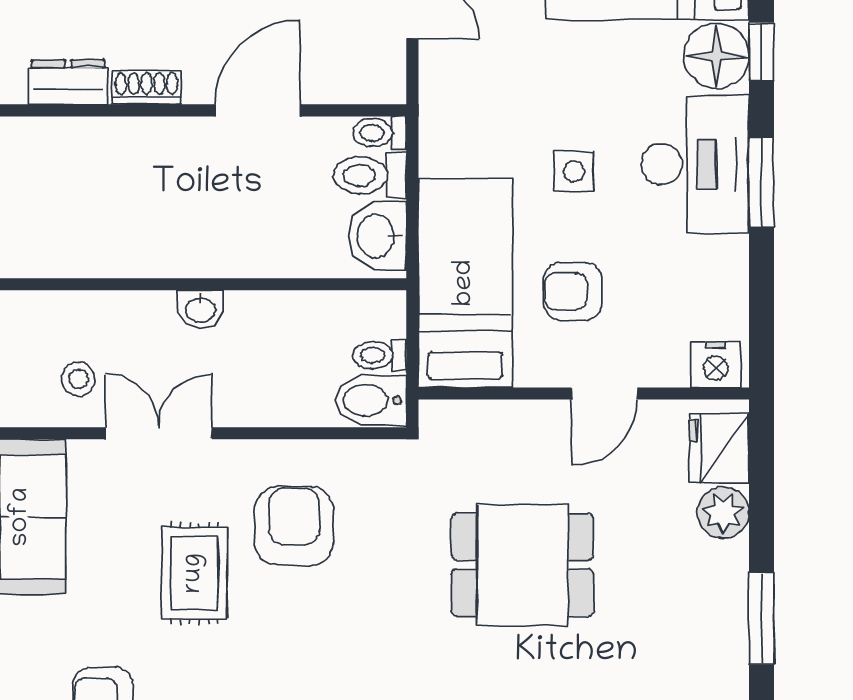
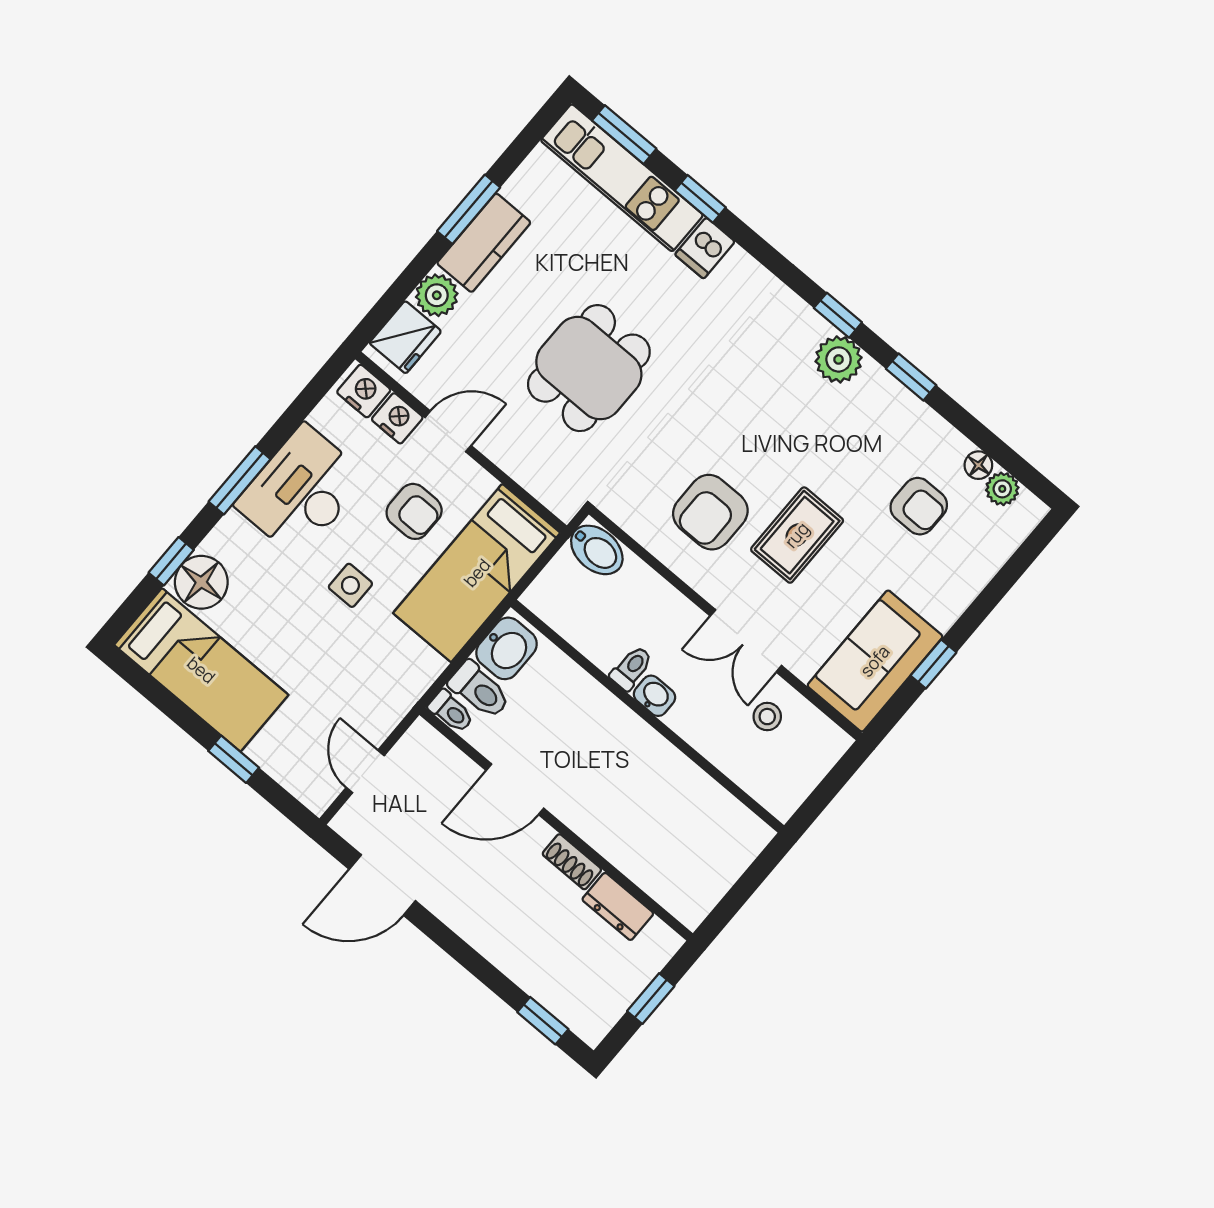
desk: (695, 164) -> (301, 491), moved
toilet: (380, 355) -> (631, 668), moved, turned -90
nightstand: (663, 365) -> (397, 418), added
dining table: (522, 565) -> (589, 368), turned 90
kitchen counter: (721, 599) -> (484, 243), added

